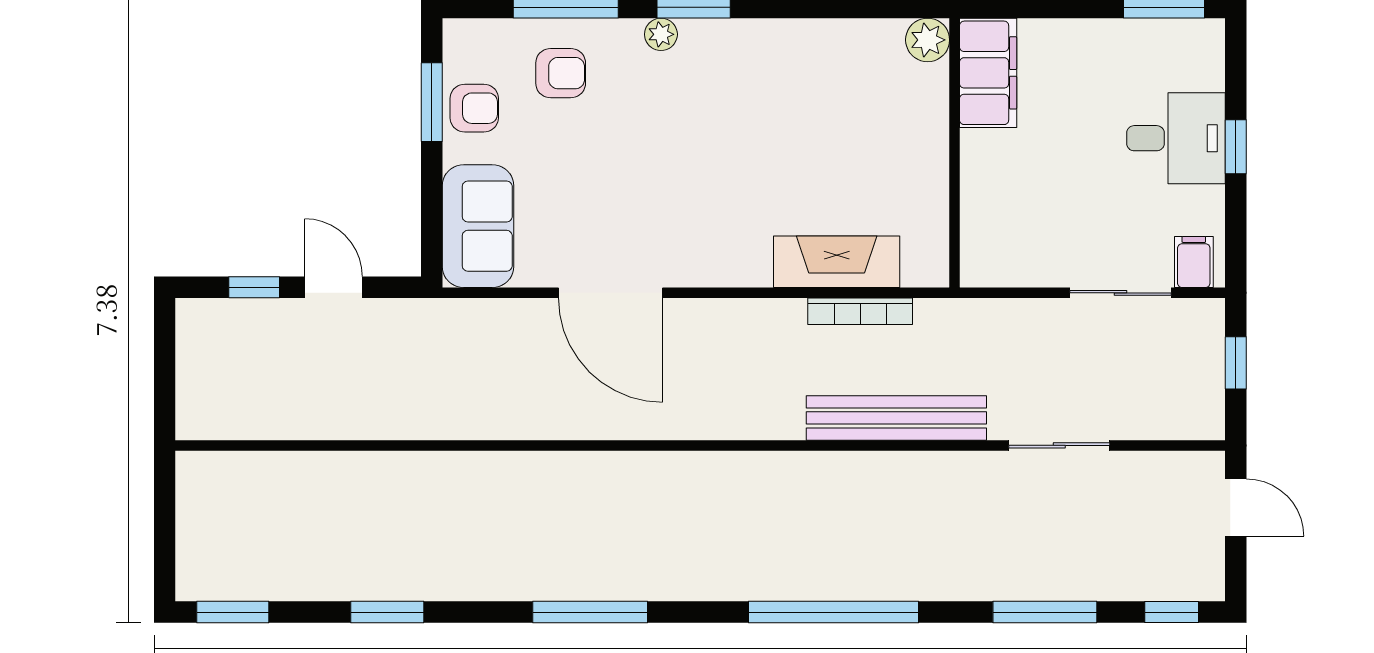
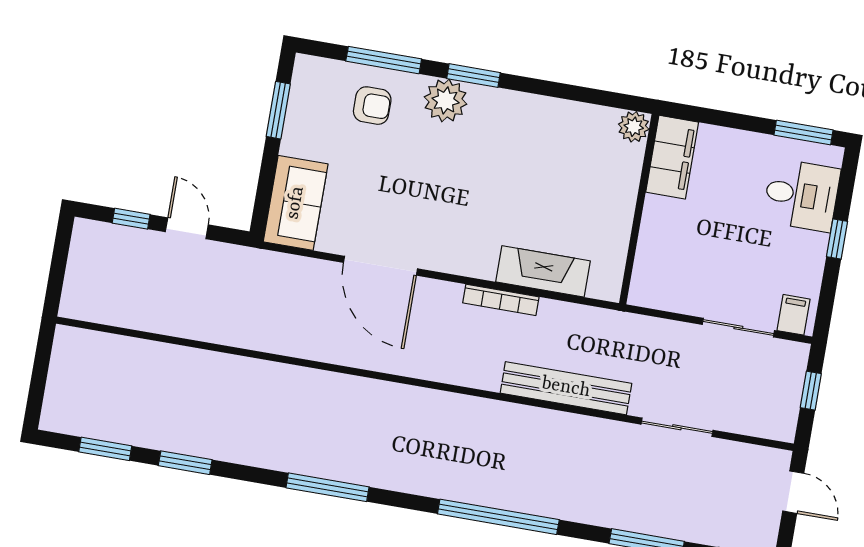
plant: (661, 34) -> (446, 100), width x1.88, depth x1.88
armchair: (474, 108) -> (307, 120), removed
desk: (1176, 138) -> (801, 195), moved
bookcase: (860, 311) -> (501, 300), moved
window: (233, 612) -> (105, 449), moved

